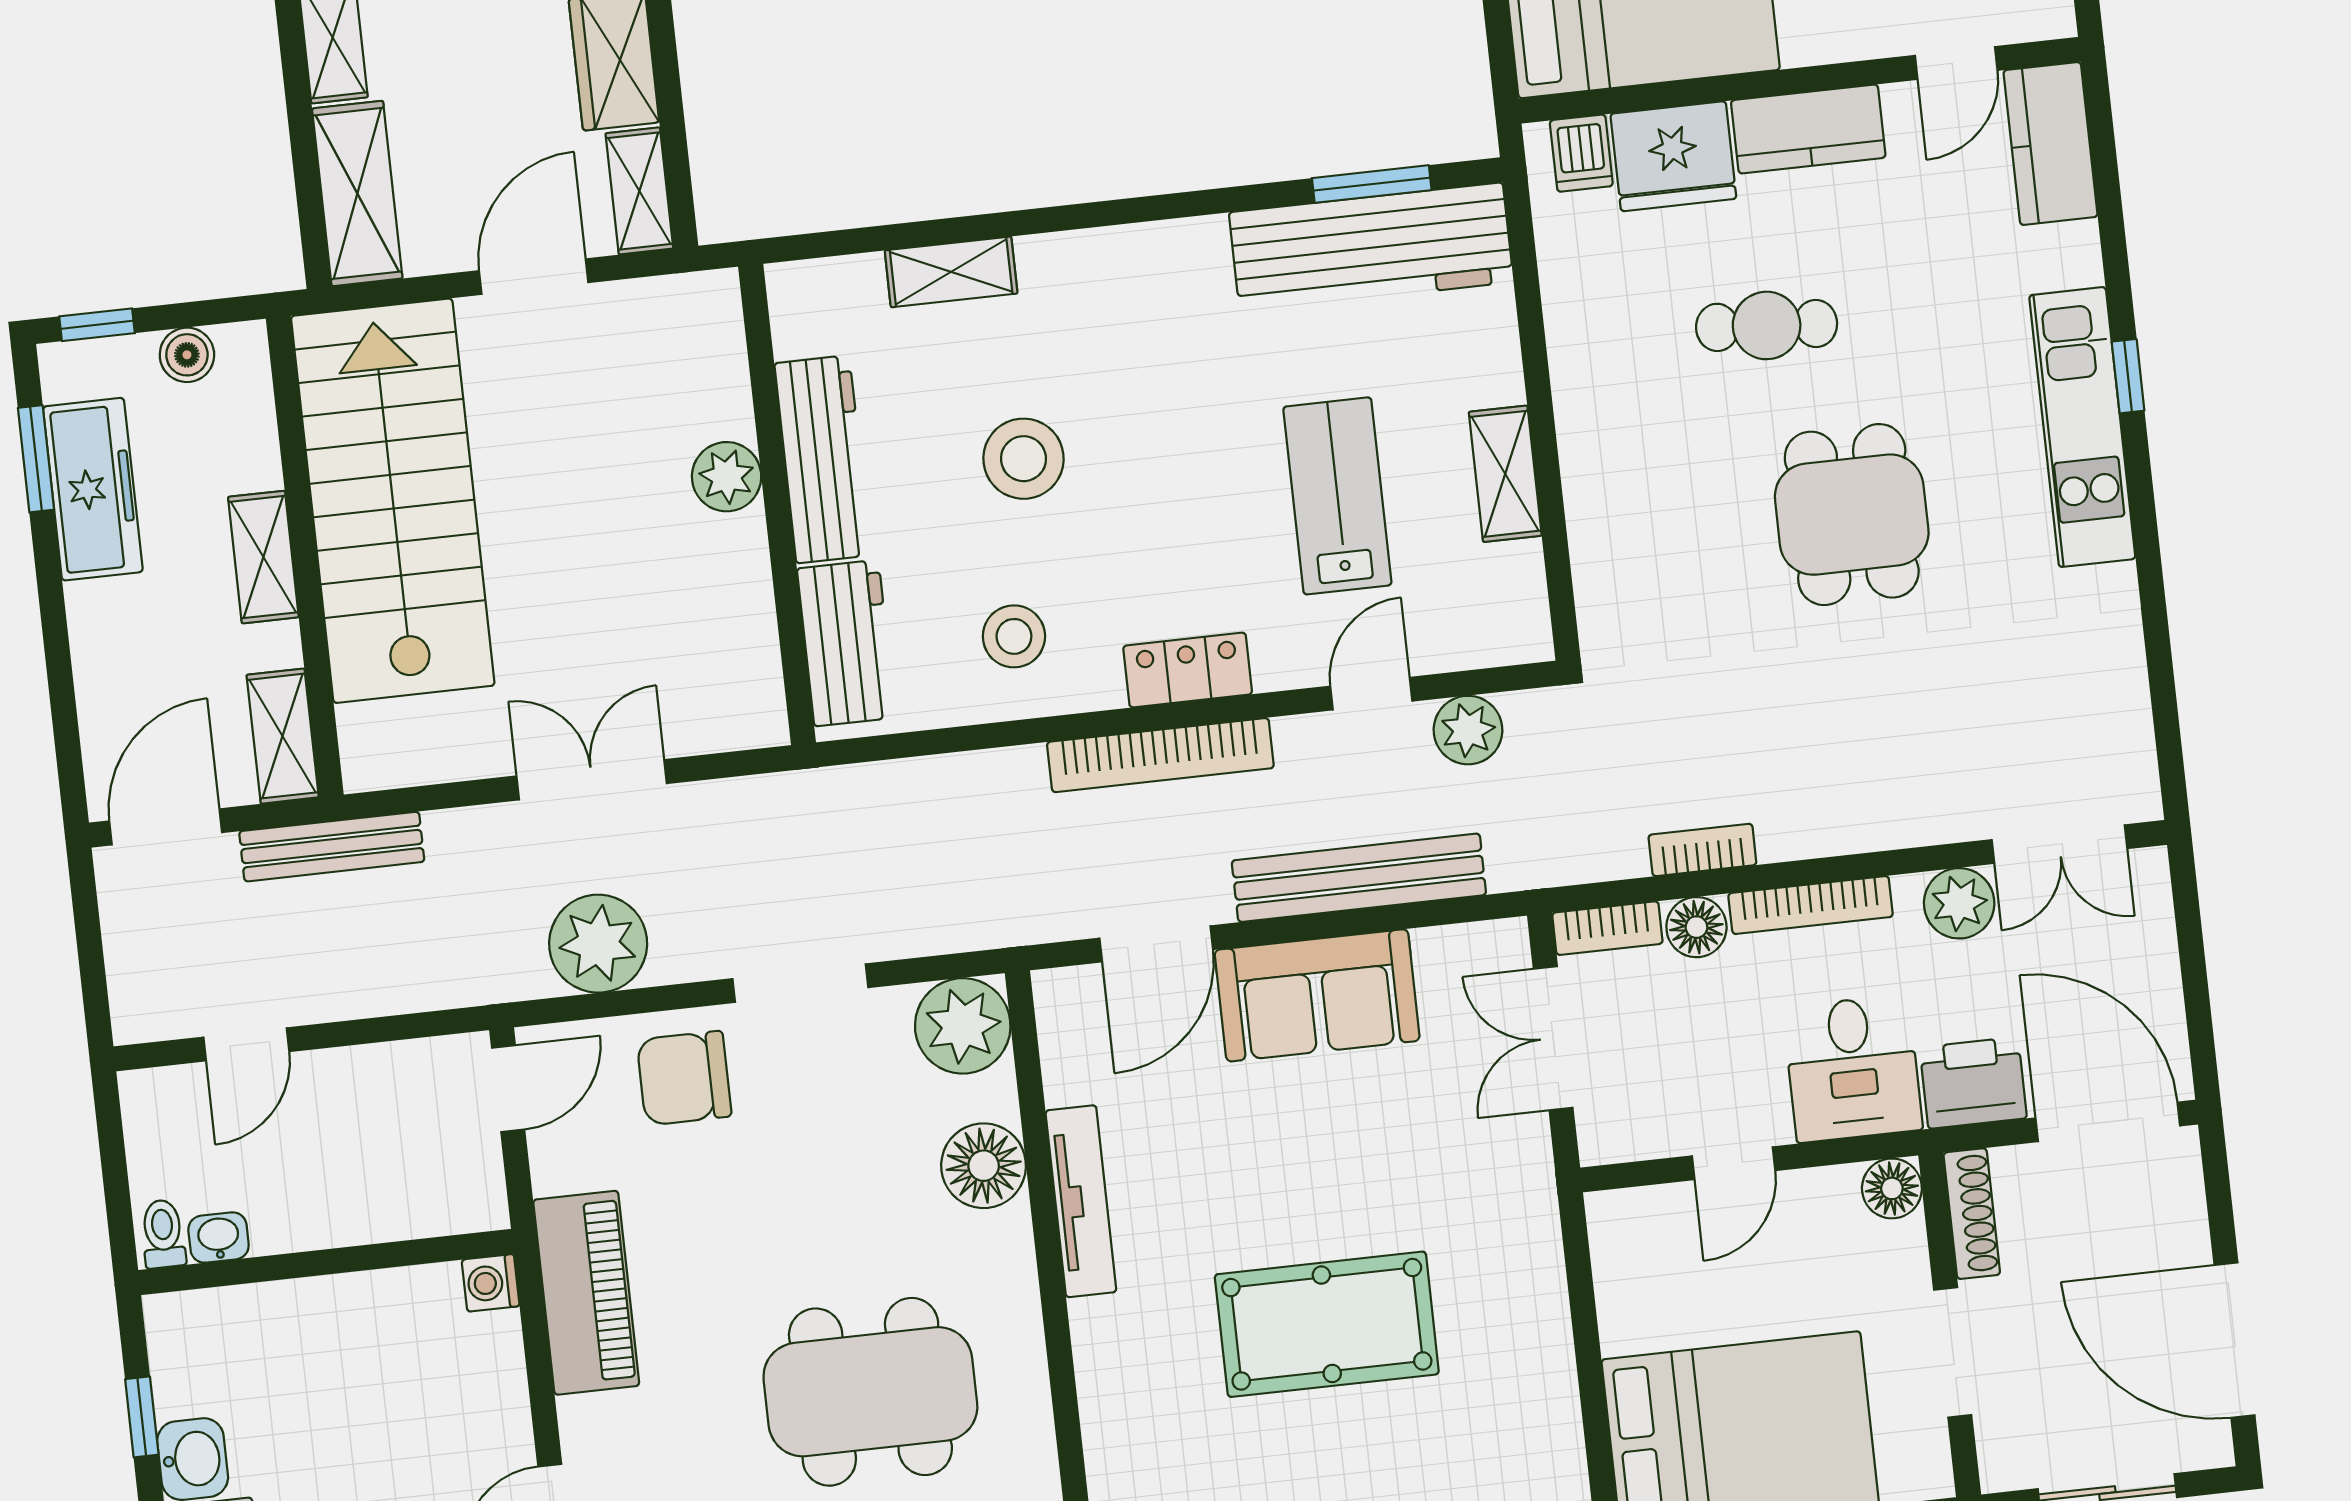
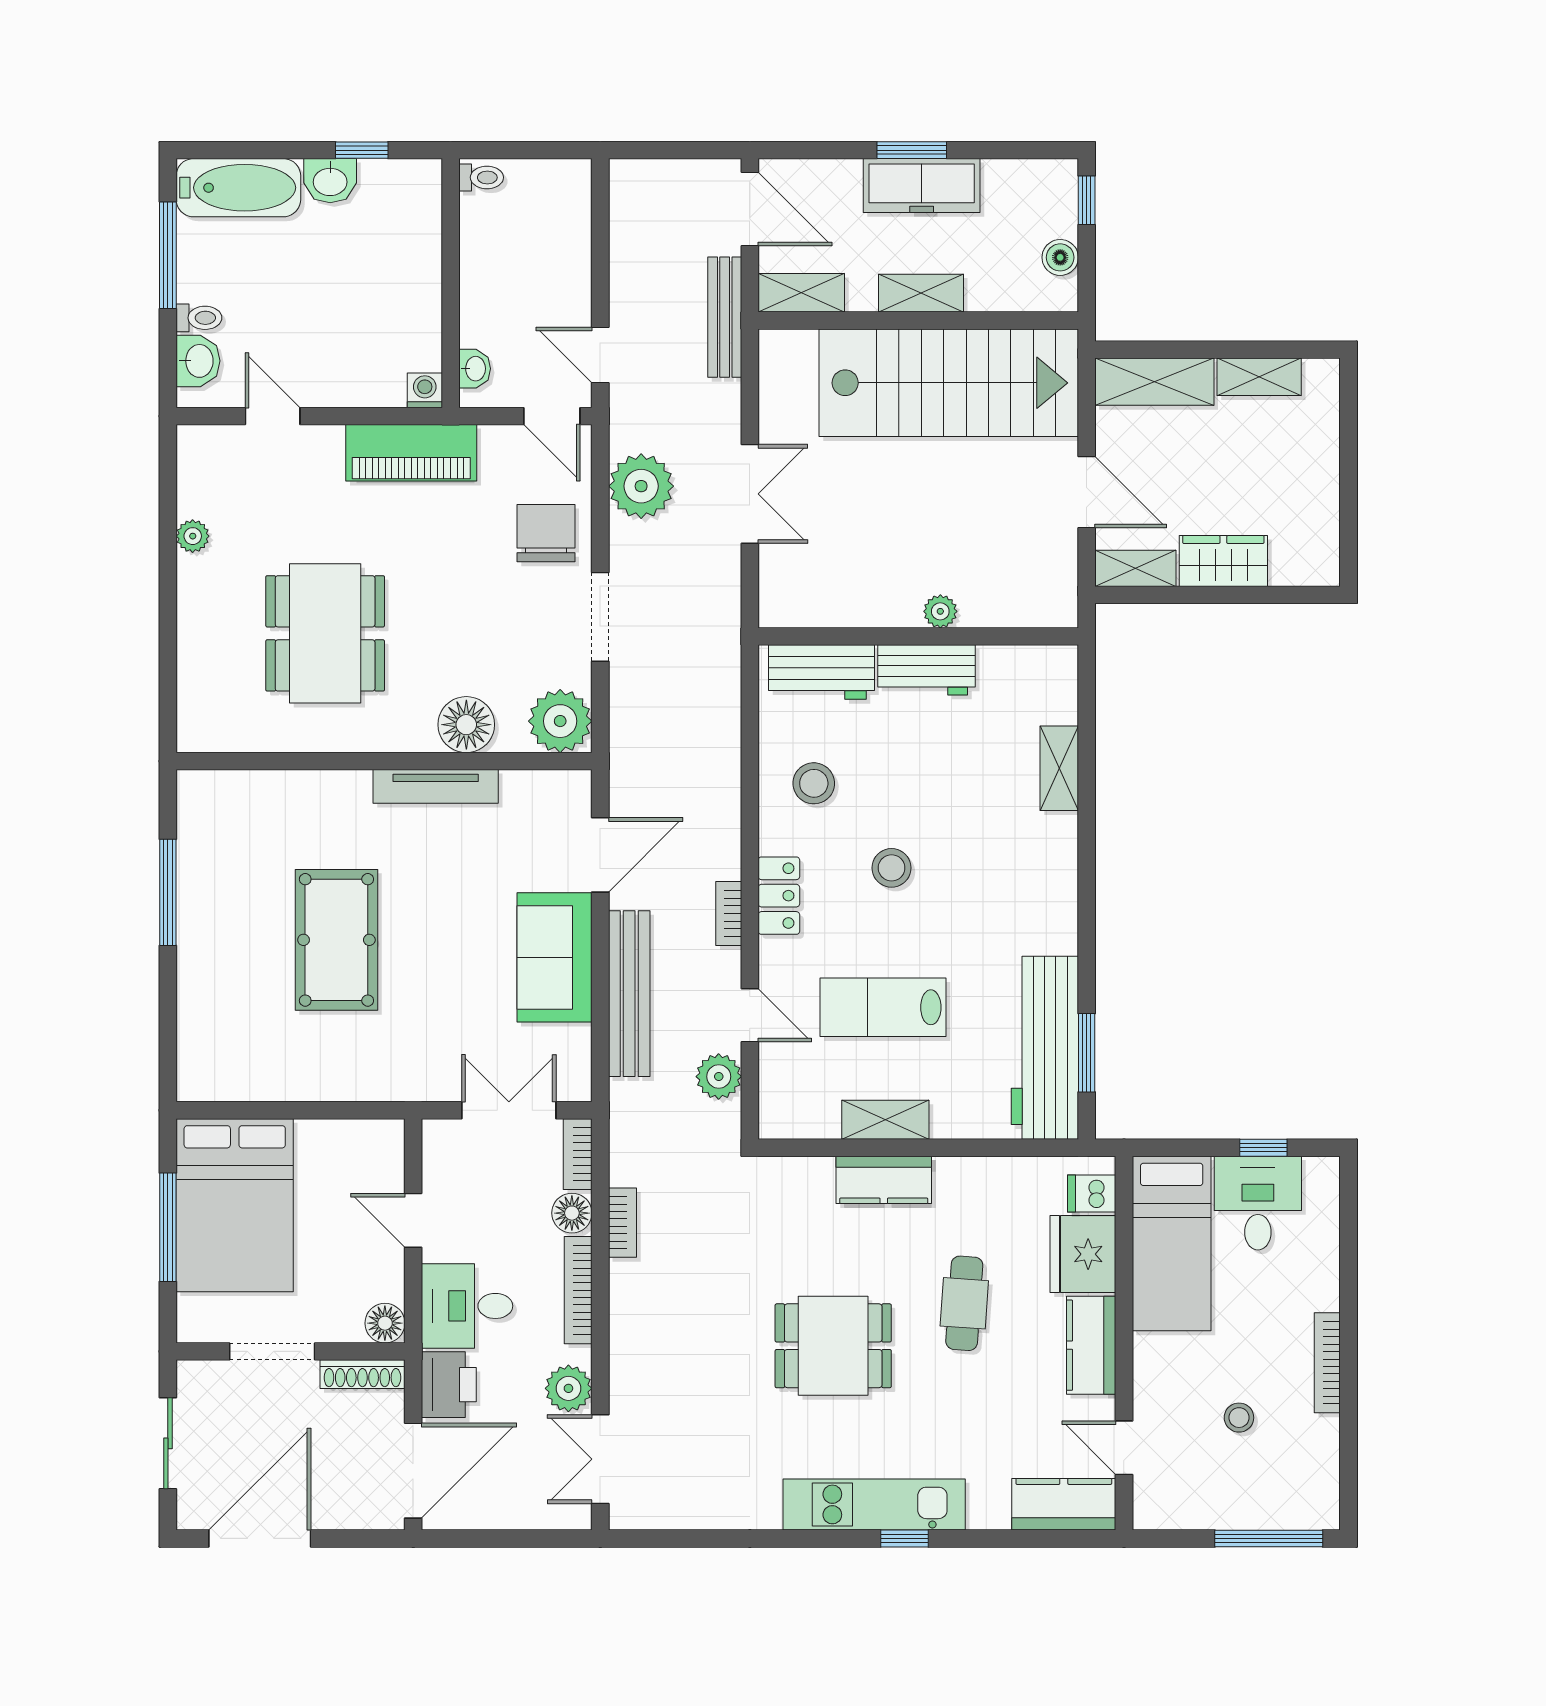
window: (36, 459) -> (912, 150), moved
workbench: (823, 459) -> (926, 670), width x0.73
stool: (1023, 459) -> (892, 868), moved, width x0.73, depth x0.73
kitchen counter: (1595, 466) -> (884, 1180), added
plant: (727, 477) -> (940, 611), width x0.73, depth x0.73
freezer: (93, 489) -> (922, 185), moved
lab bench: (1337, 496) -> (883, 1007), turned 180
bookcase: (1160, 755) -> (729, 913), width x0.43, depth x0.76
door: (1156, 944) -> (600, 855), swing flipped
door: (246, 1044) -> (600, 355), moved
washbasin: (219, 1238) -> (475, 369), moved

